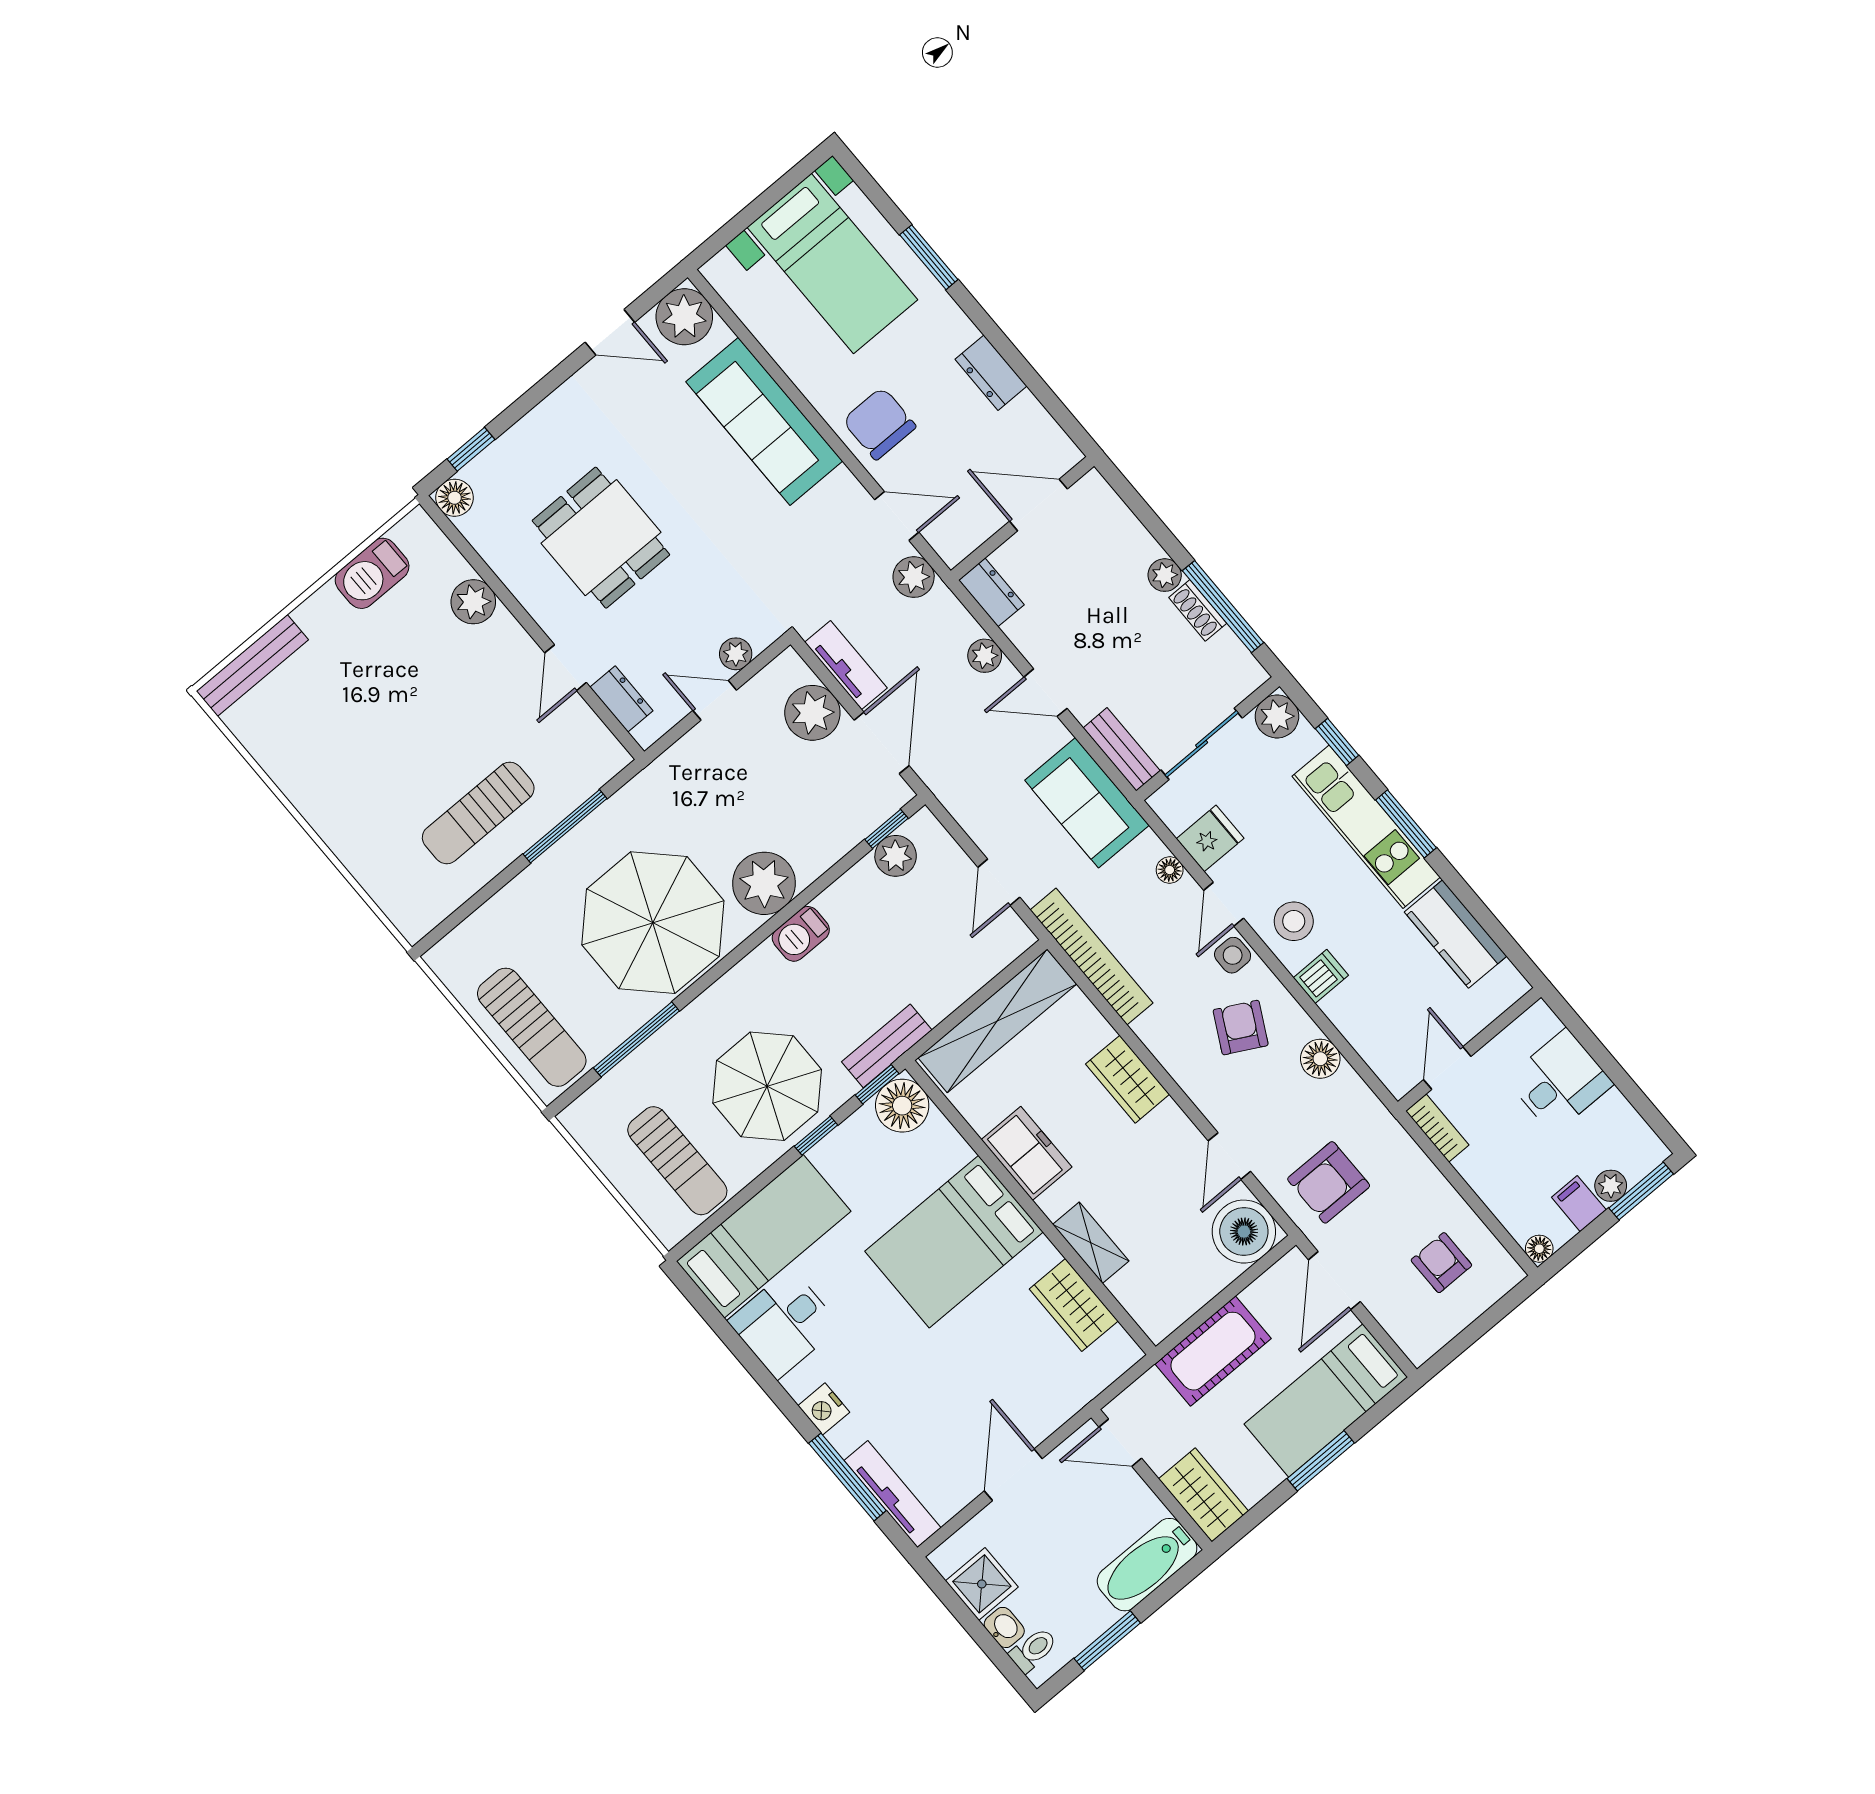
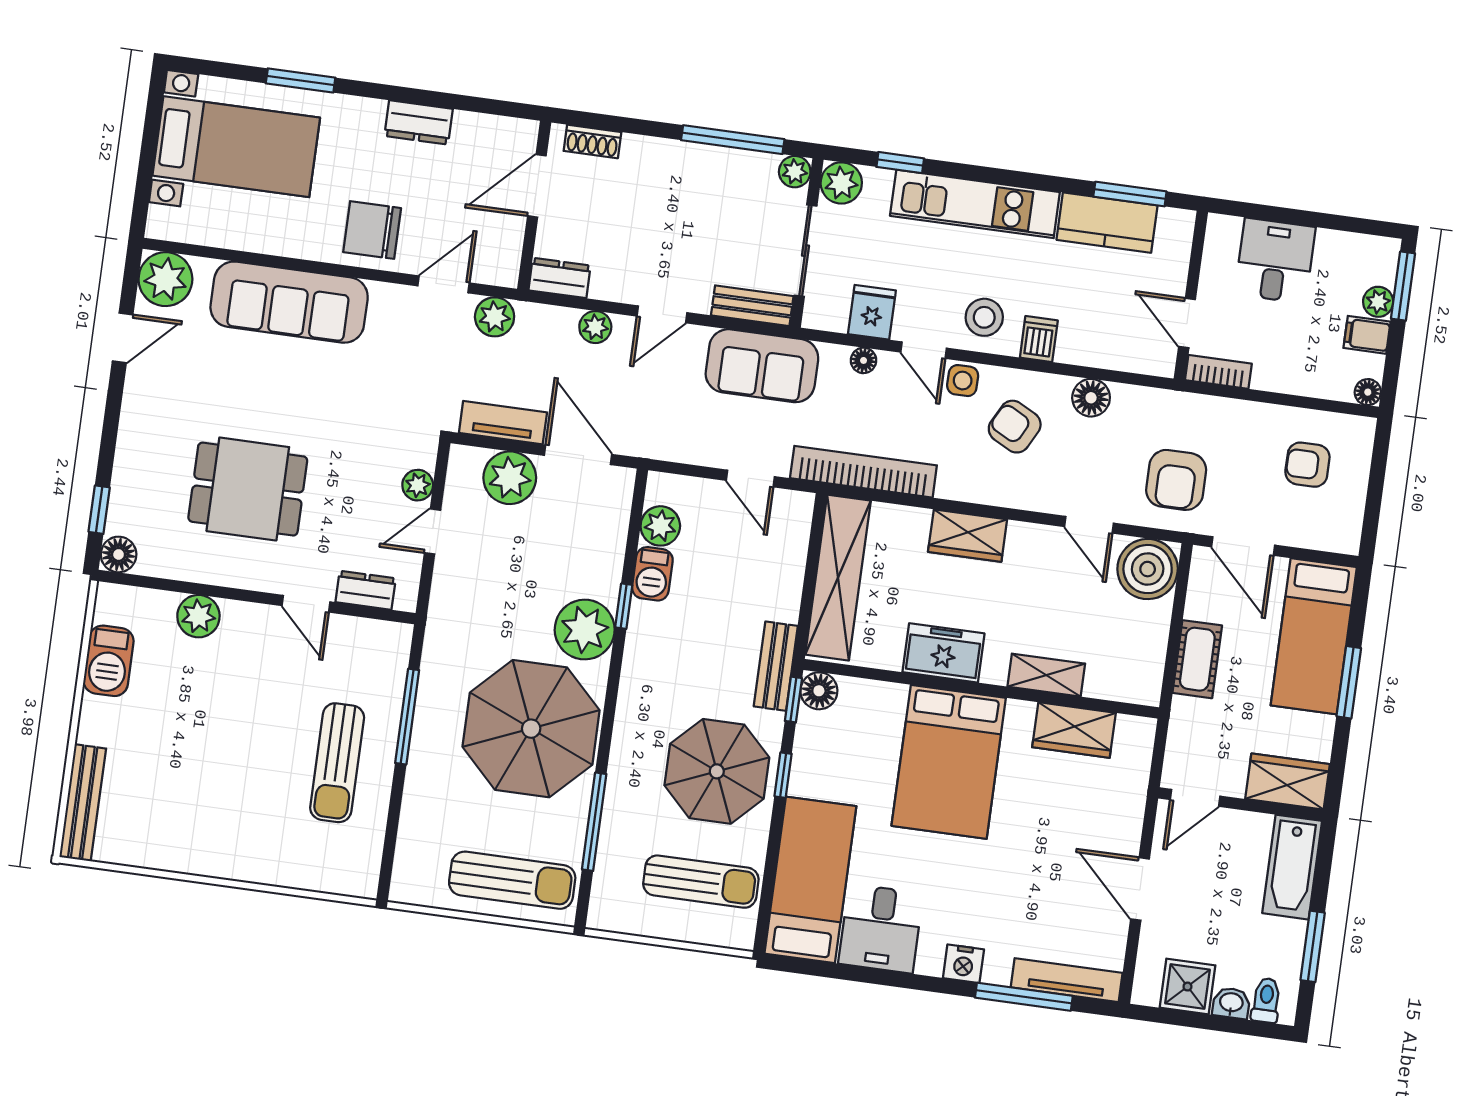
plant: (1165, 575) -> (795, 172), moved
shoe rack: (1198, 610) -> (592, 141), moved
window: (1406, 824) -> (1130, 194), moved
window: (886, 829) -> (624, 606), moved
barbecue: (801, 934) -> (652, 574), moved
floor lamp: (902, 1106) -> (819, 691), width x0.73, depth x0.73
cot: (1213, 1351) -> (1197, 659), width x0.73, depth x0.75

